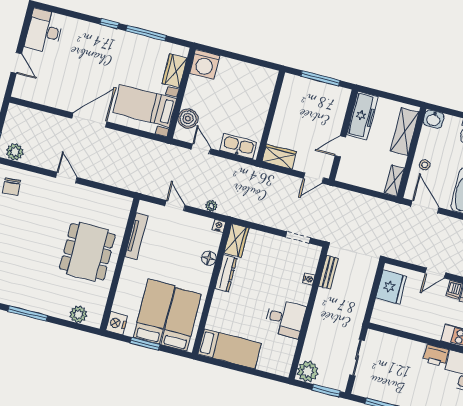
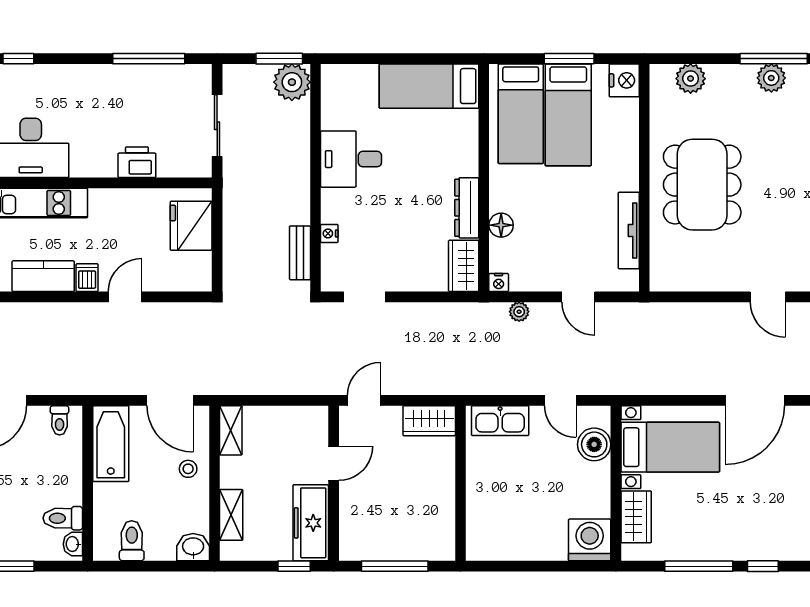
window: (378, 93) -> (294, 566), added
shelving: (405, 131) -> (231, 515), width x0.67, depth x0.75
fridge: (391, 287) -> (191, 226), moved
plant: (32, 303) -> (771, 78), added
printer: (436, 355) -> (137, 162), moved
window: (326, 391) -> (279, 59), moved

